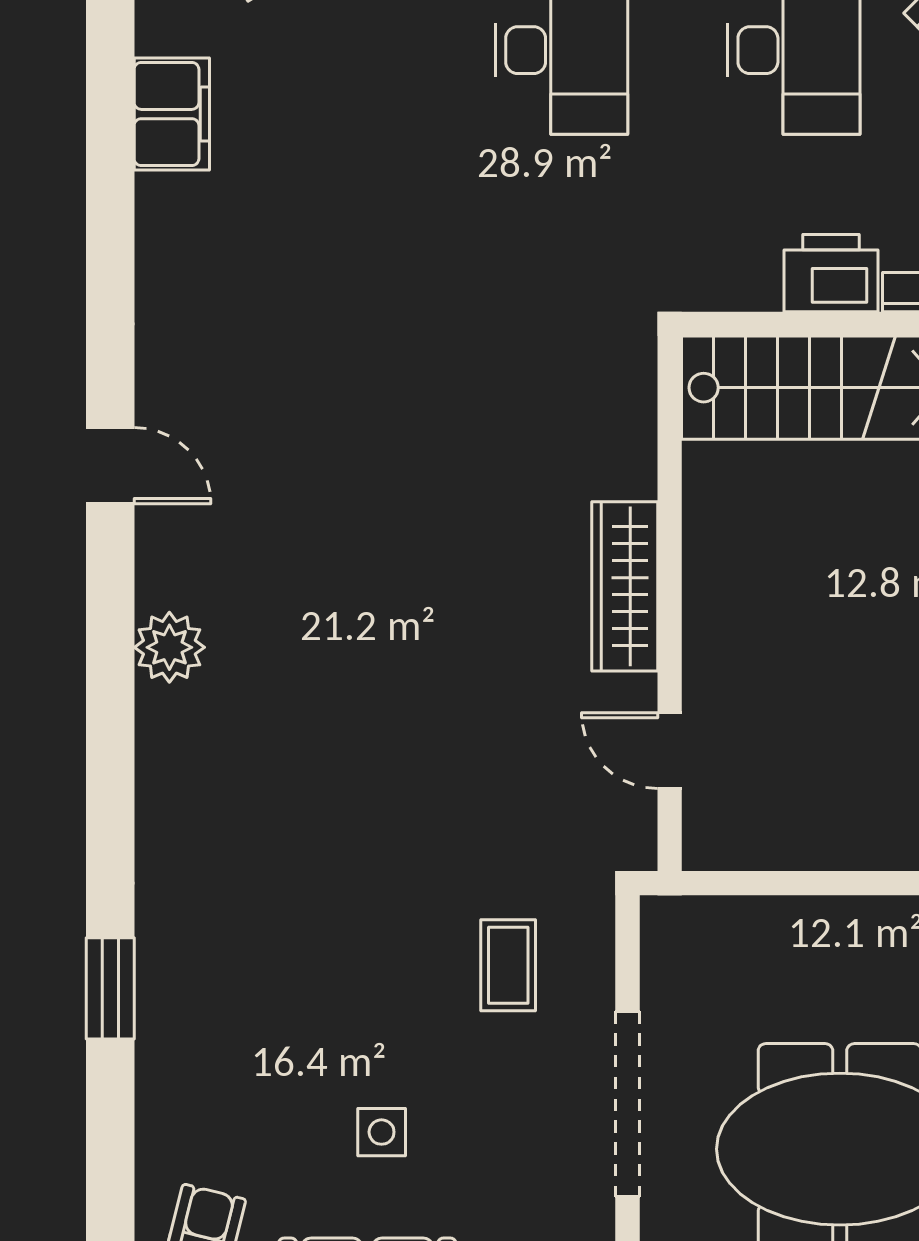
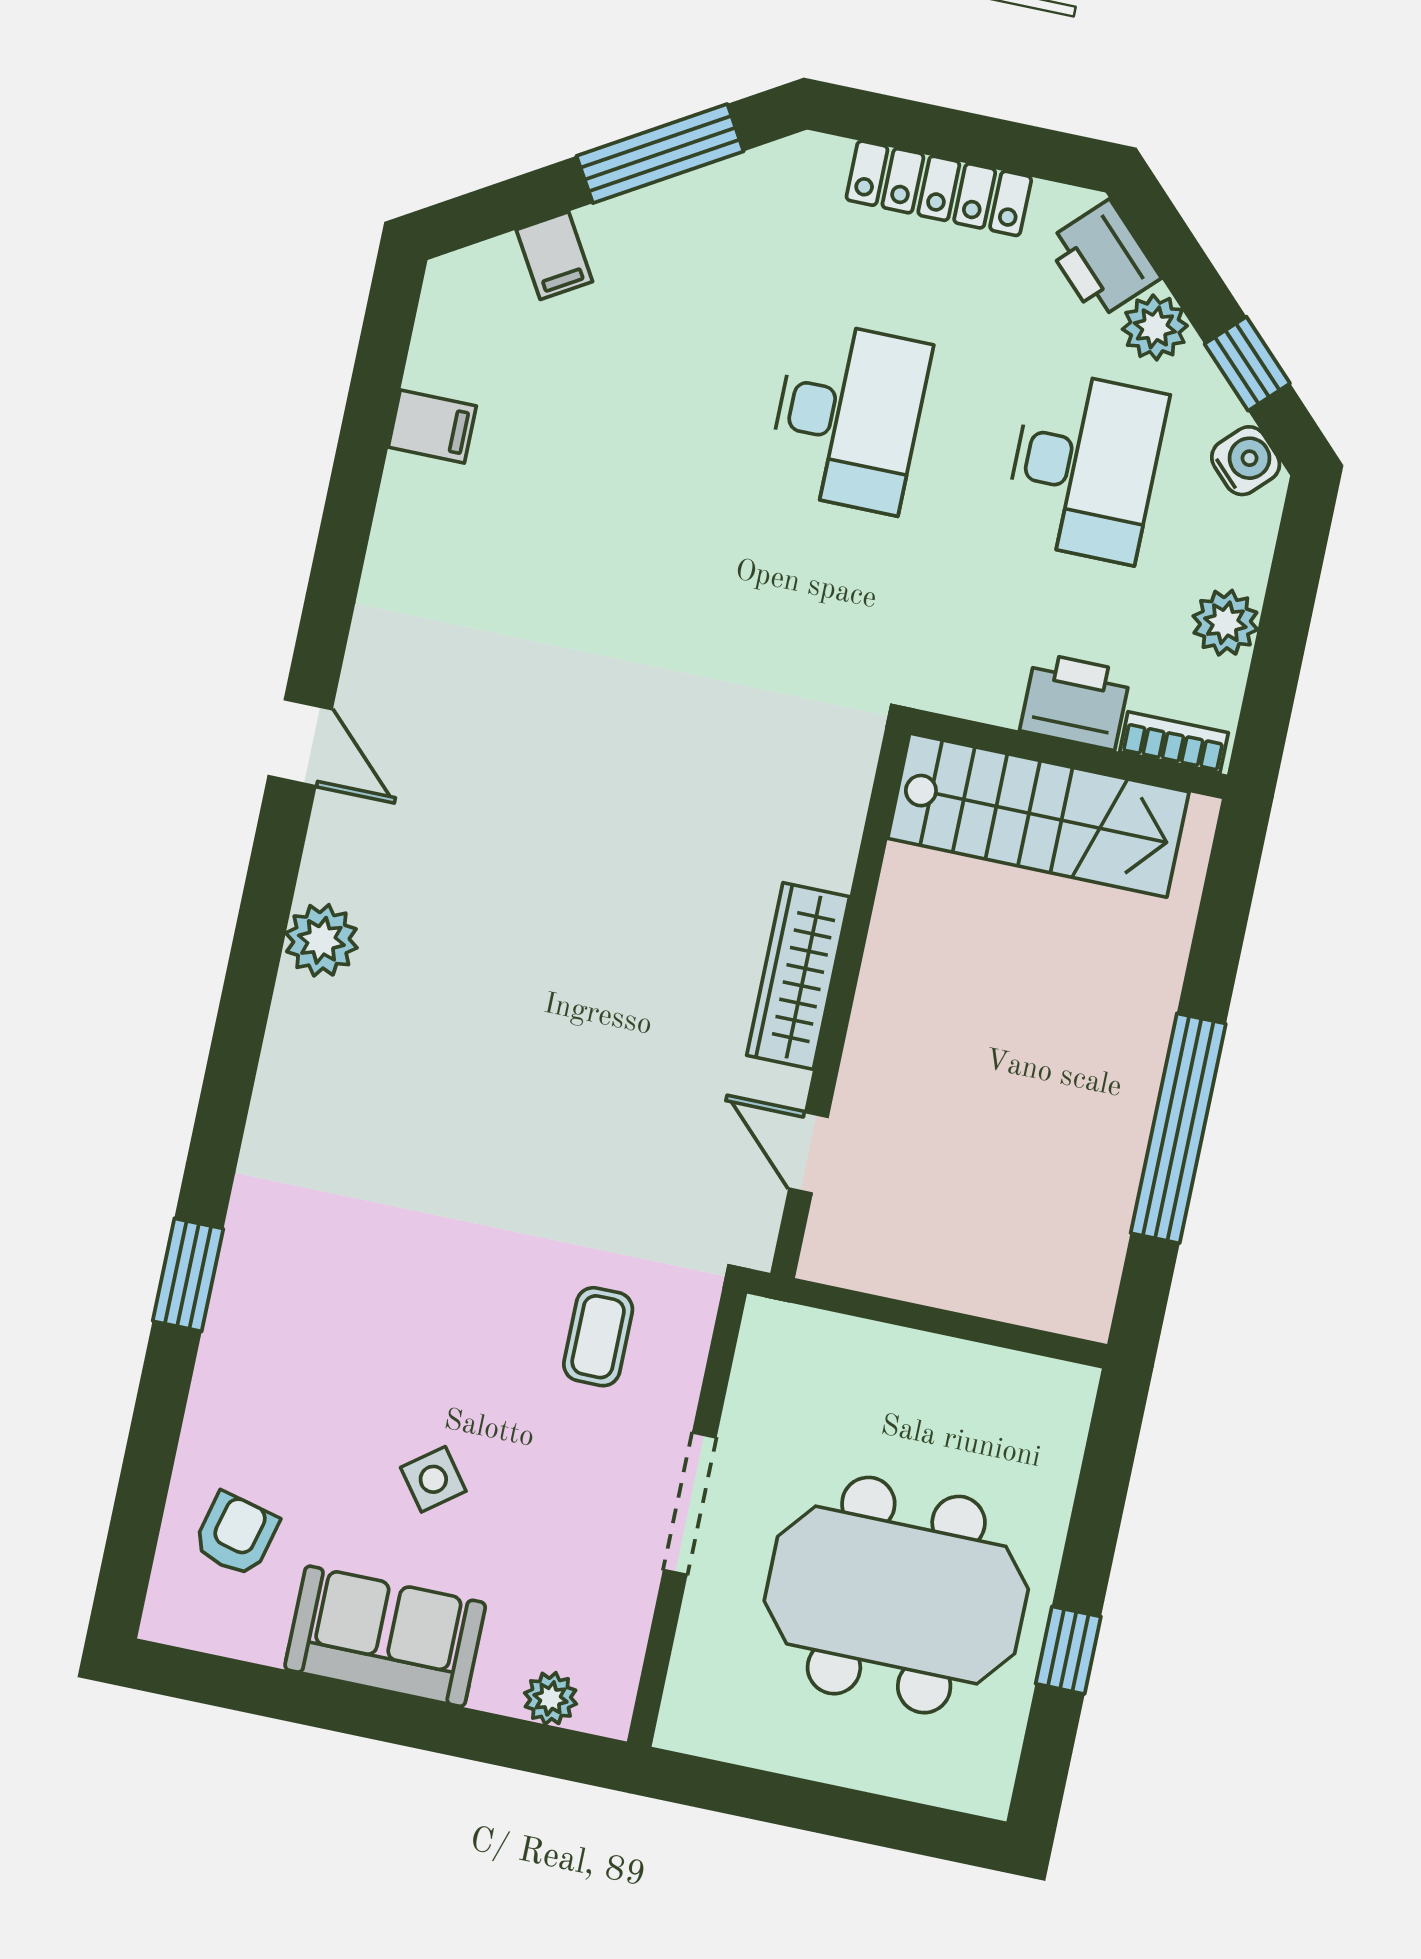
filing cabinet: (172, 114) -> (432, 427), width x0.50
doorway: (628, 1104) -> (690, 1504), width x0.73
side table: (382, 1132) -> (433, 1479), turned -37

